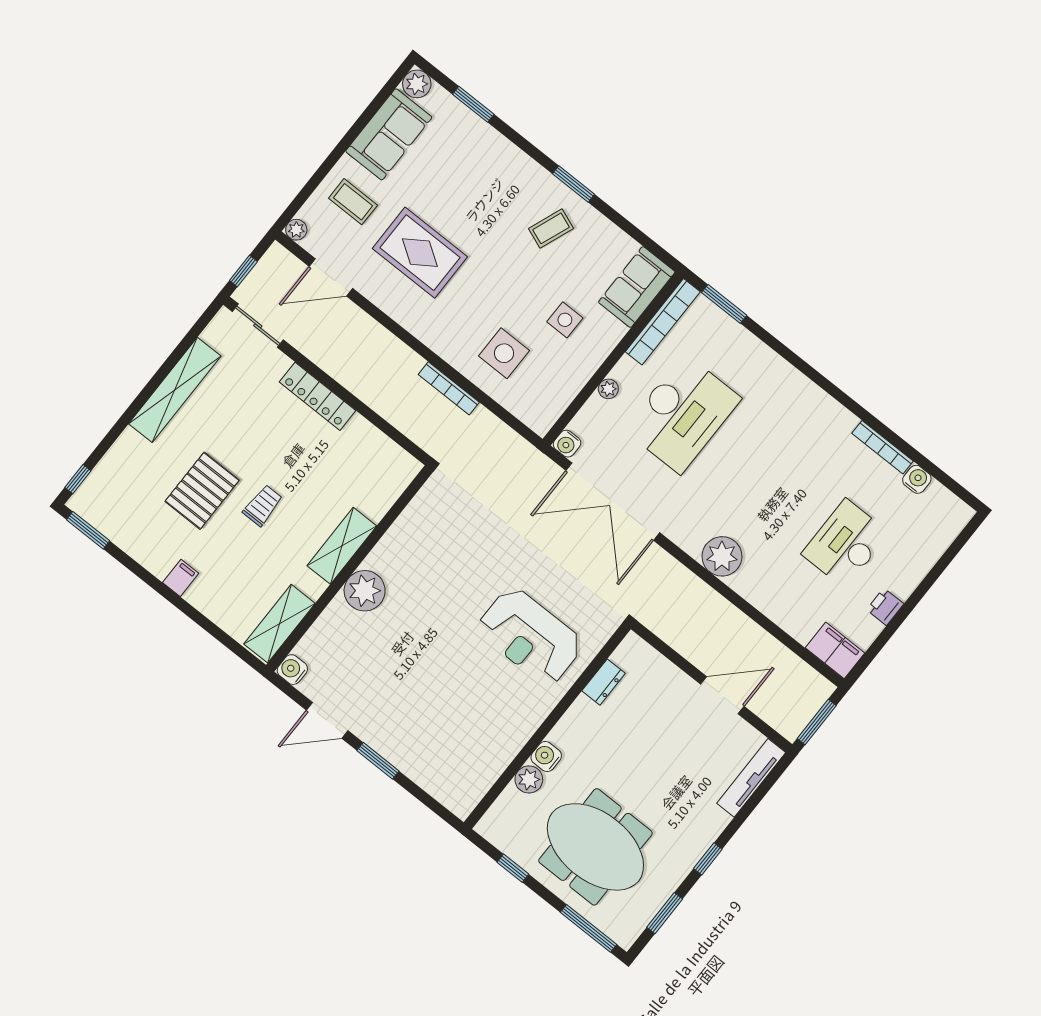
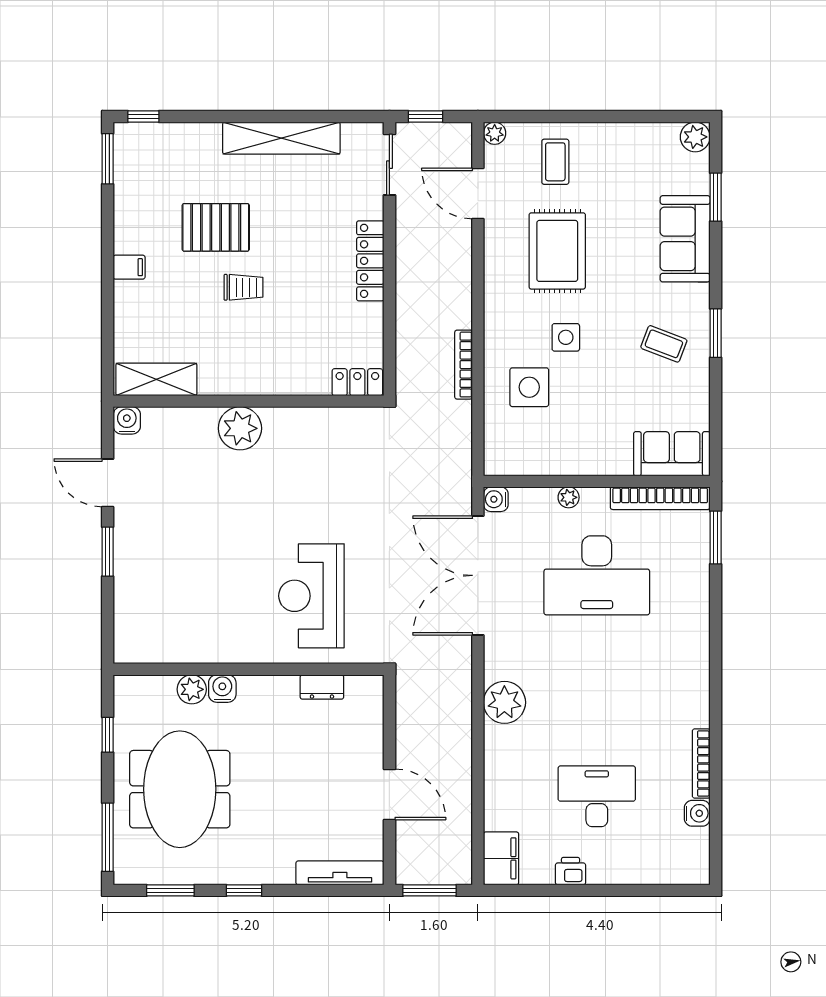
sofa: (389, 134) -> (685, 239), moved, turned 90
side table: (565, 320) -> (566, 337), moved
locker: (399, 477) -> (357, 382), added
shelving: (342, 546) -> (262, 380), removed

